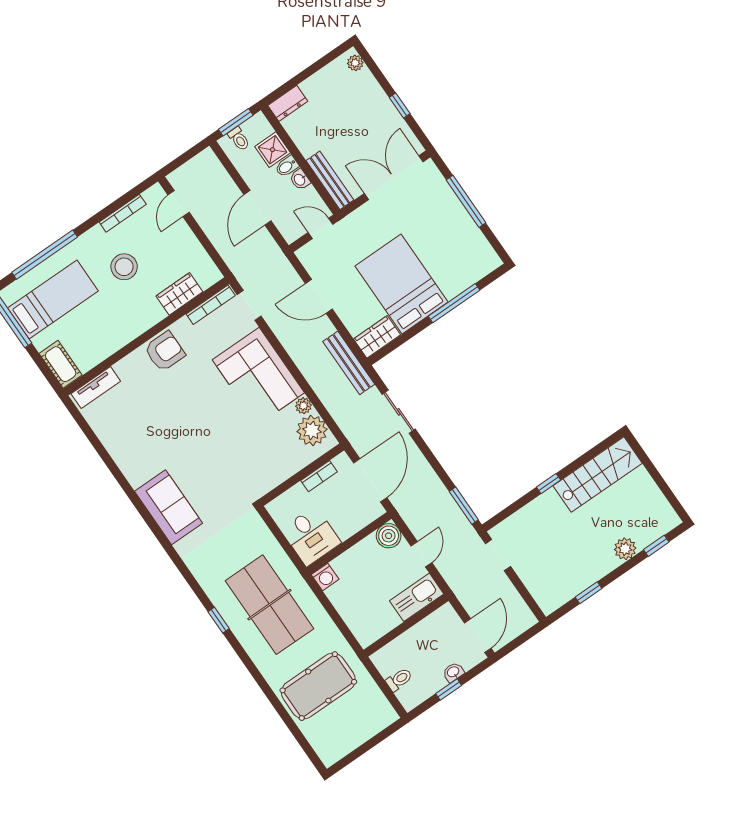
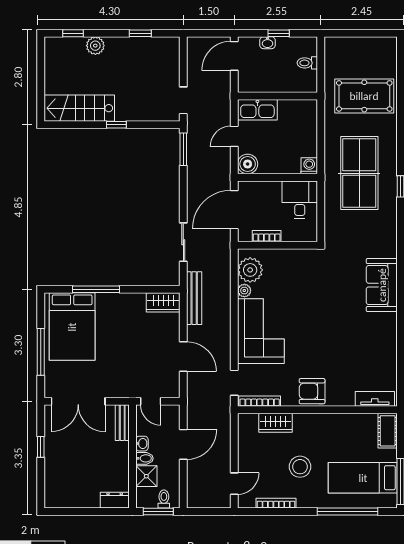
plant: (355, 63) -> (51, 496), removed
bench: (330, 180) -> (122, 423), width x0.73
bed: (401, 284) -> (72, 327), moved

